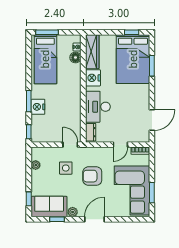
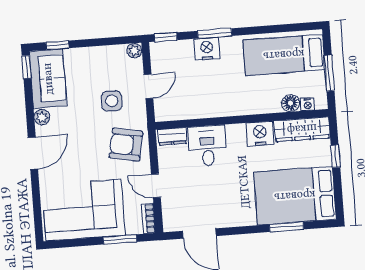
window: (47, 32) -> (329, 73), moved
window: (132, 32) -> (335, 156), moved
desk: (98, 107) -> (207, 146), width x0.73
door: (70, 145) -> (148, 86), moved
plant: (36, 165) -> (134, 51), moved
armchair: (92, 176) -> (126, 145), moved, turned -79
window: (152, 193) -> (120, 239), moved
window: (57, 219) -> (27, 67), moved
door: (94, 219) -> (33, 153), hinge flipped

